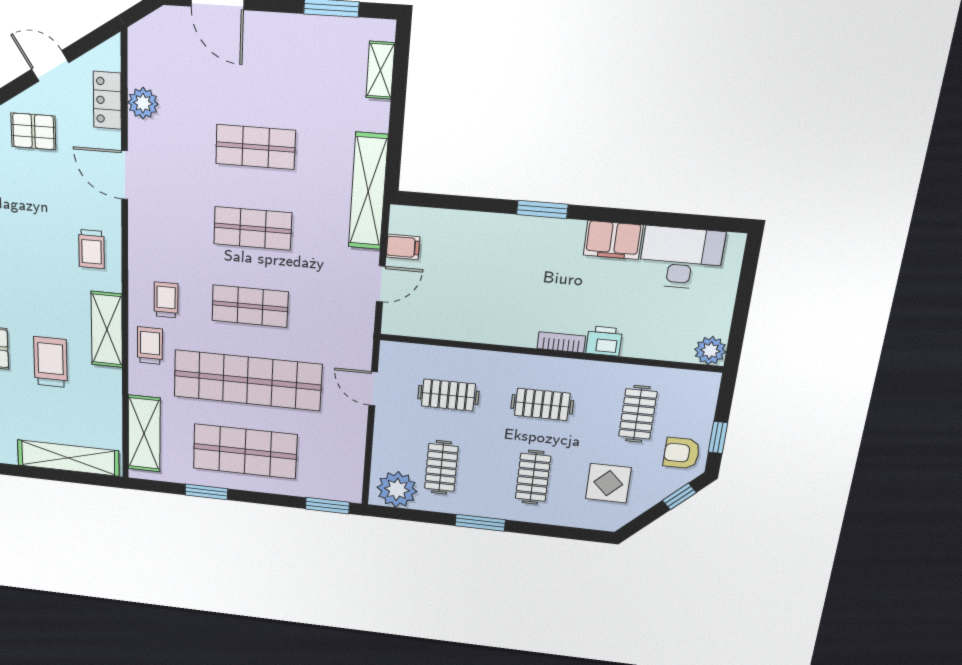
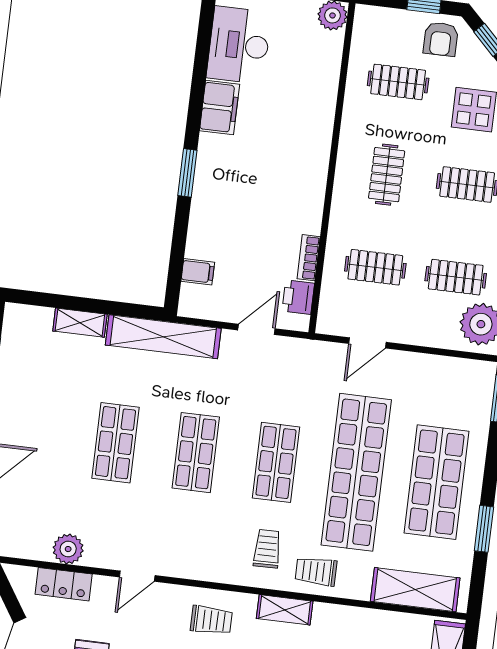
shelving: (380, 70) -> (80, 323), moved
door: (125, 175) -> (137, 576), width x0.73
filing cabinet: (403, 247) -> (198, 272), moved, turned 90
door: (381, 284) -> (256, 329), hinge flipped
trolley: (166, 300) -> (267, 549), turned 89
shelving: (107, 330) -> (285, 610), width x0.67, depth x0.75
printer: (604, 341) -> (298, 297), moved
bookcase: (561, 342) -> (309, 258), moved
clothes rail: (448, 395) -> (375, 267), turned 90

